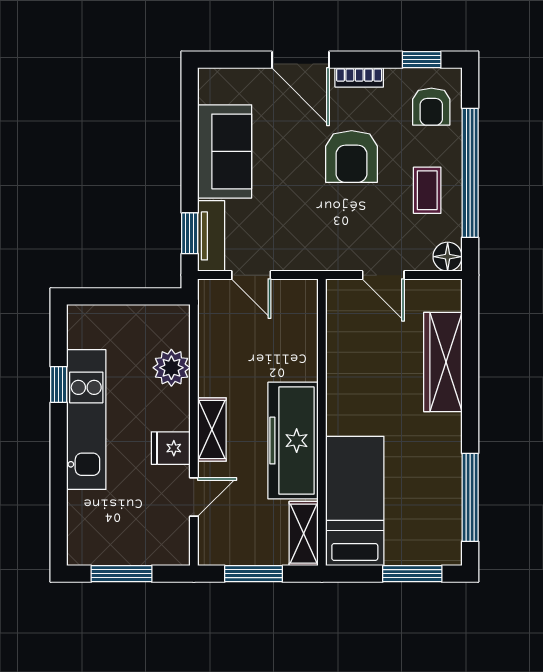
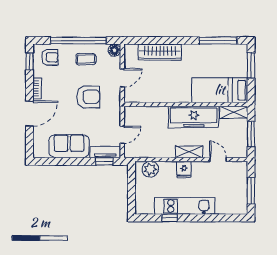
armchair: (352, 157) -> (88, 97), moved
plant: (171, 368) -> (150, 169), moved
fridge: (171, 448) -> (184, 170), moved

